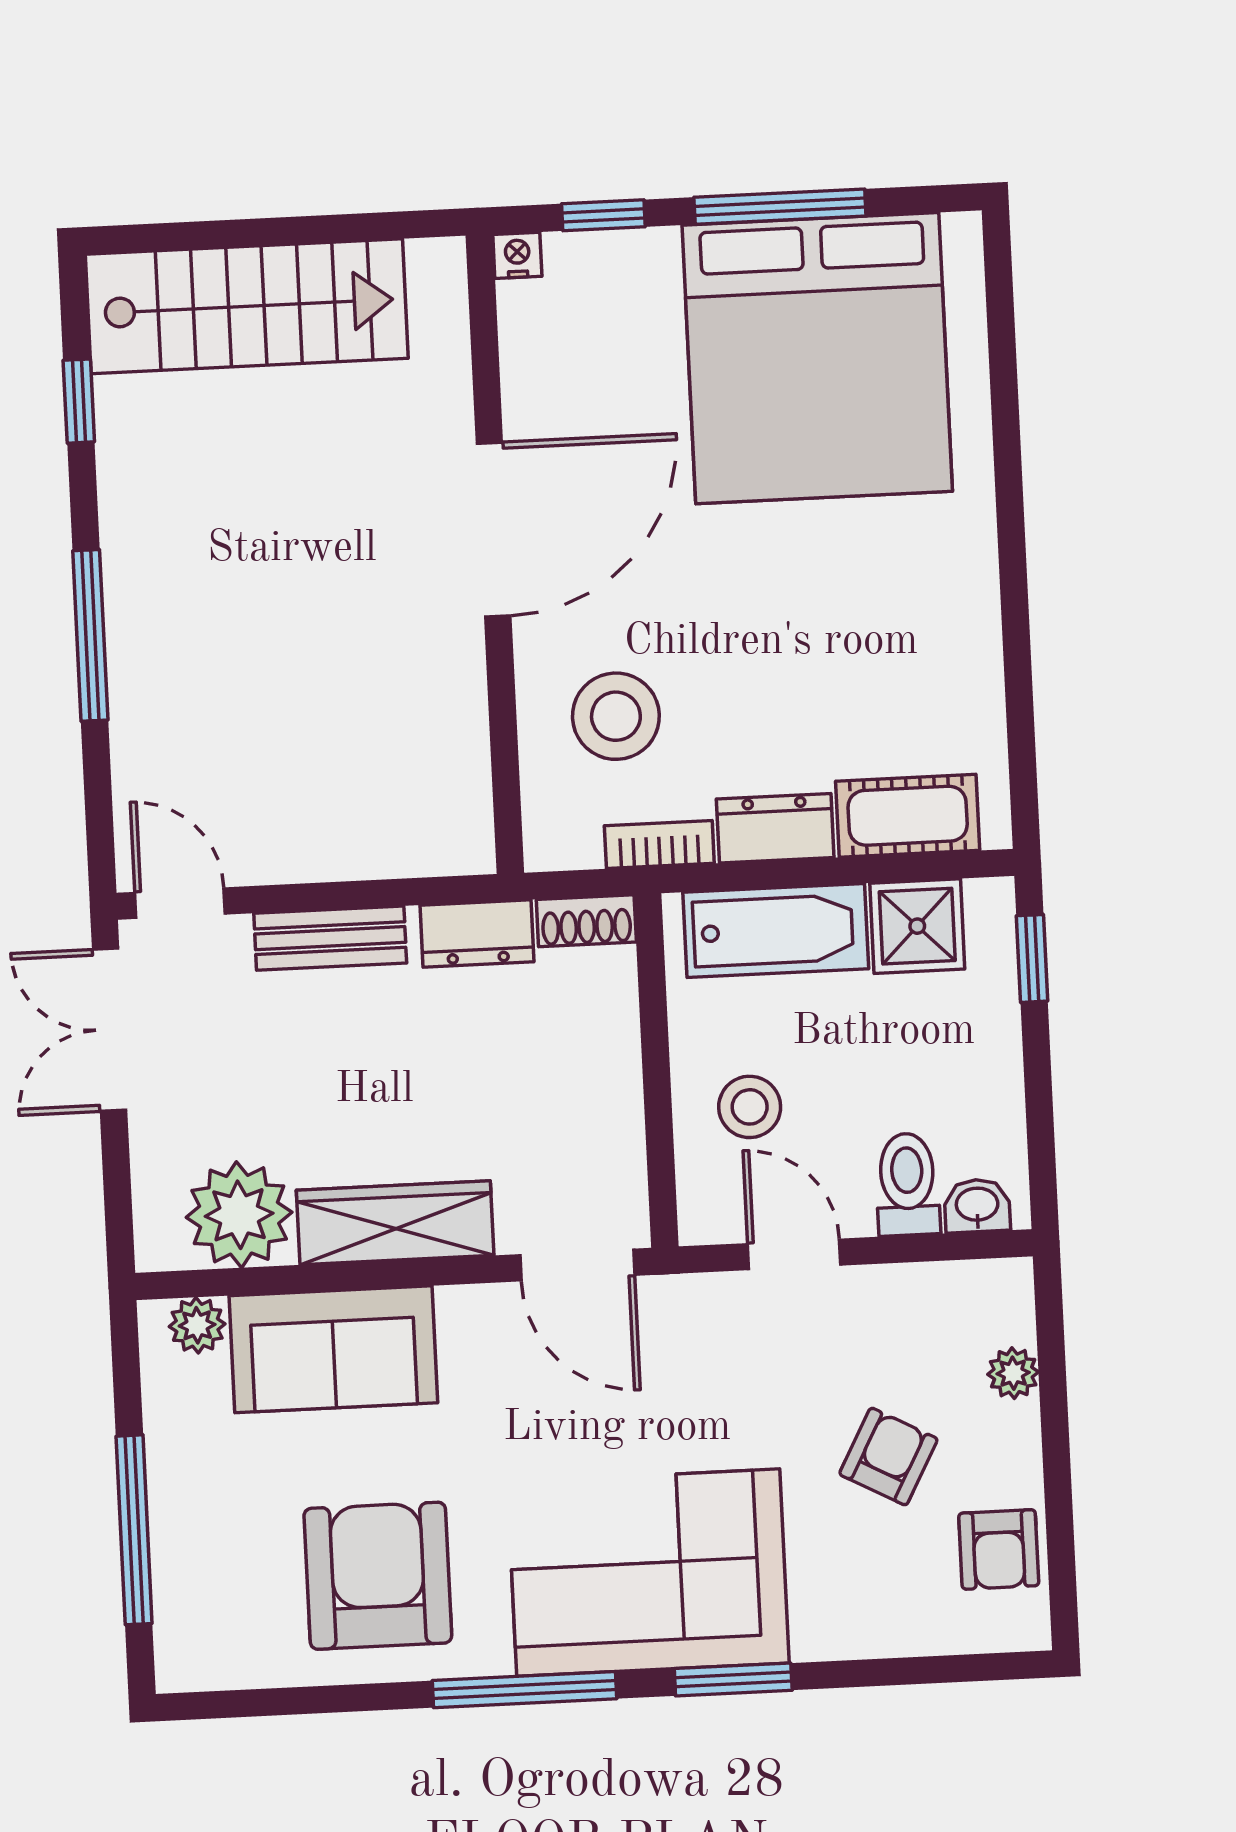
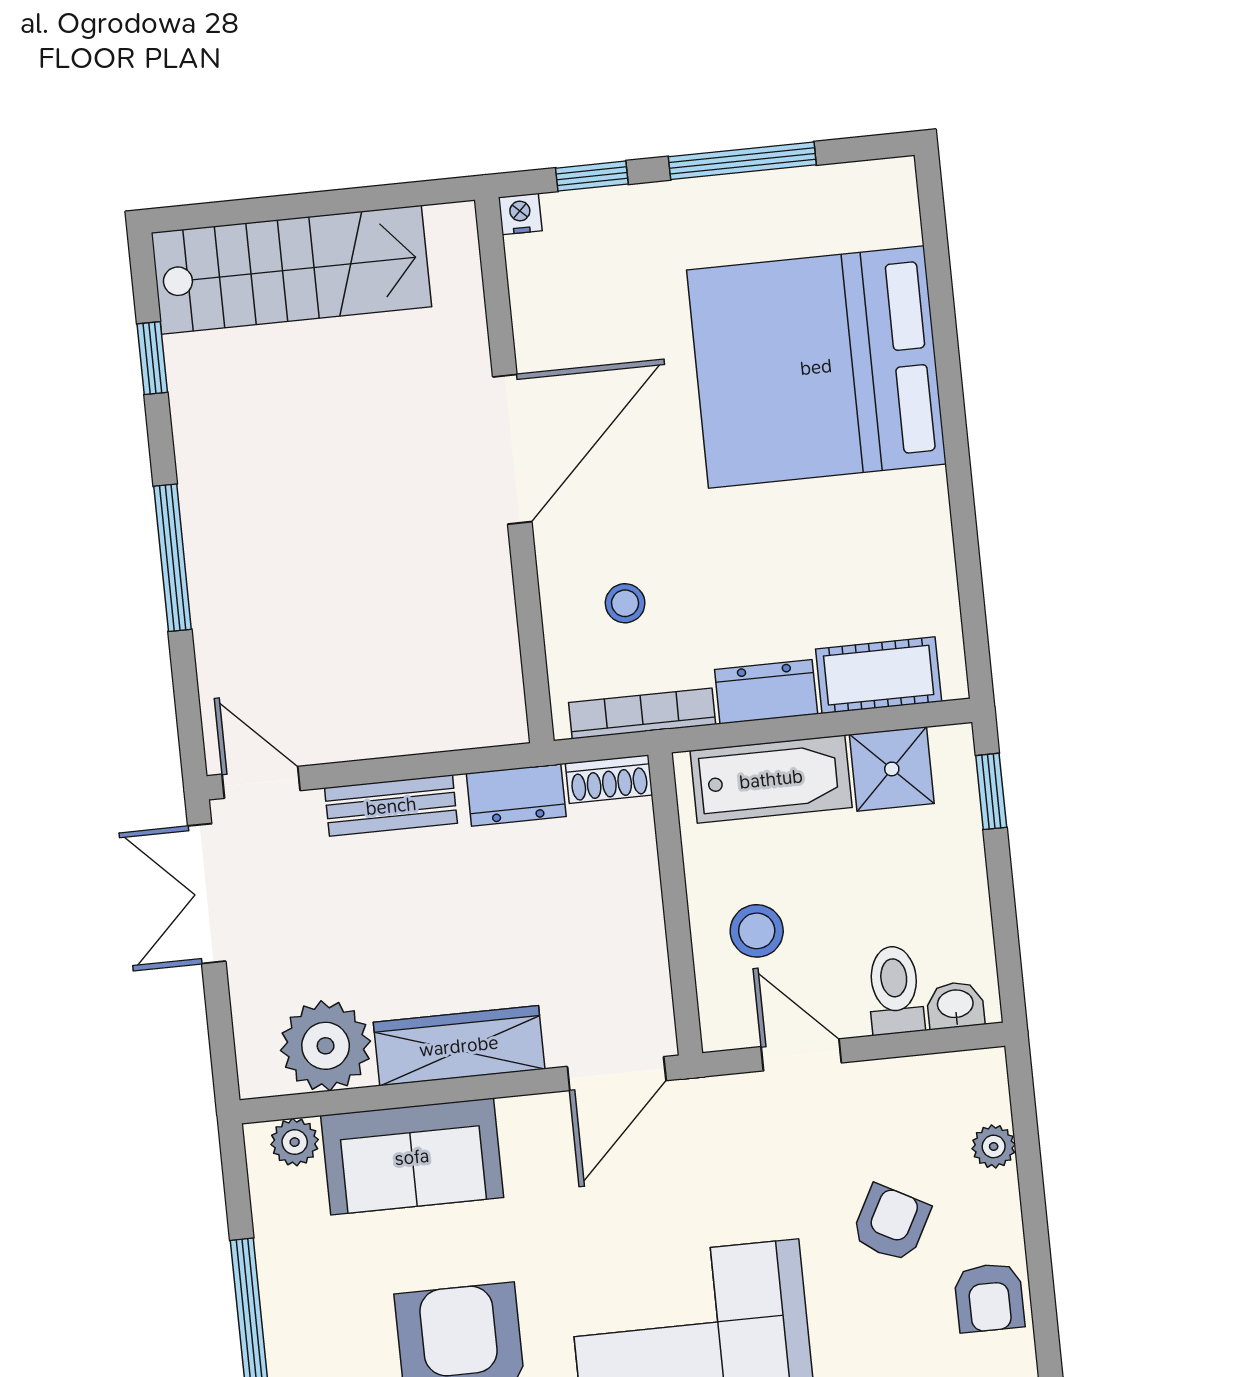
bed: (817, 358) -> (816, 367), moved, turned 90
stool: (616, 716) -> (625, 603), width x0.53, depth x0.53
bookcase: (659, 845) -> (642, 713), width x1.56
door: (577, 1265) -> (617, 1074), hinge flipped

